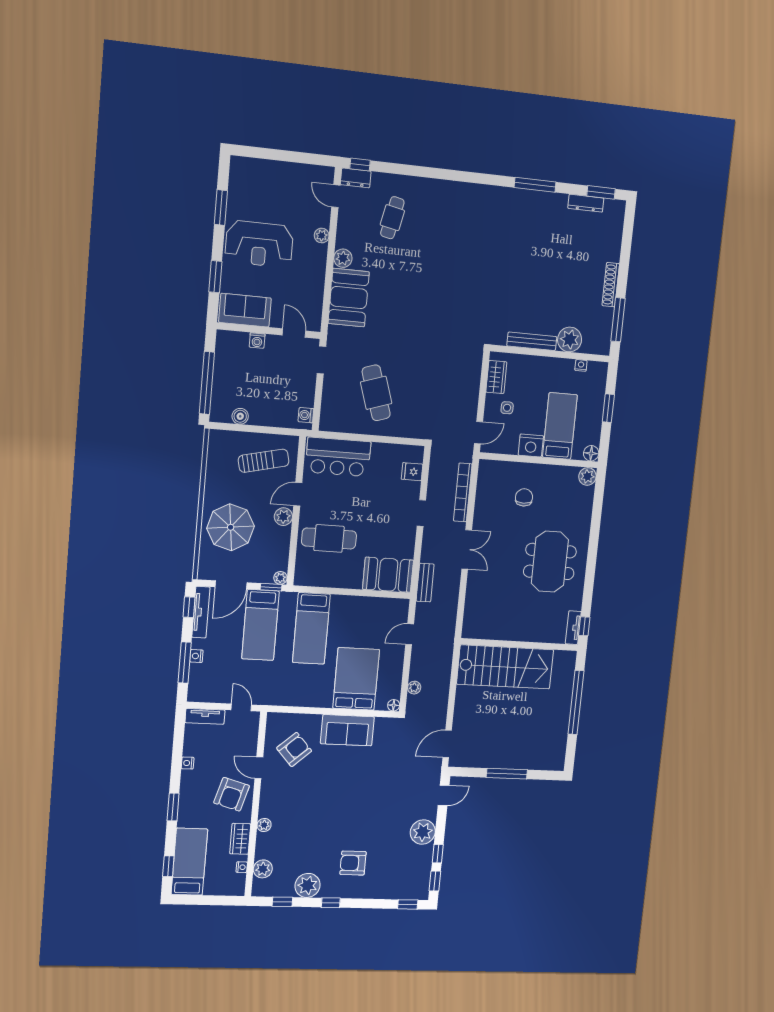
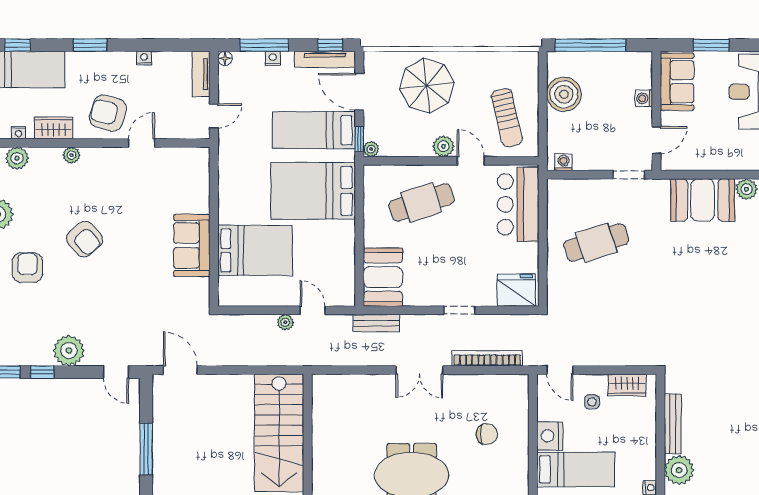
boiler: (240, 416) -> (564, 94), width x1.86, depth x1.86
fridge: (412, 472) -> (516, 290), width x1.88, depth x1.34
cafe table: (329, 538) -> (421, 202), turned 72
bed: (311, 628) -> (313, 191), width x1.50
plant: (414, 688) -> (285, 322), moved
floor lamp: (394, 705) -> (225, 58), moved
armchair: (294, 749) -> (85, 239), moved

